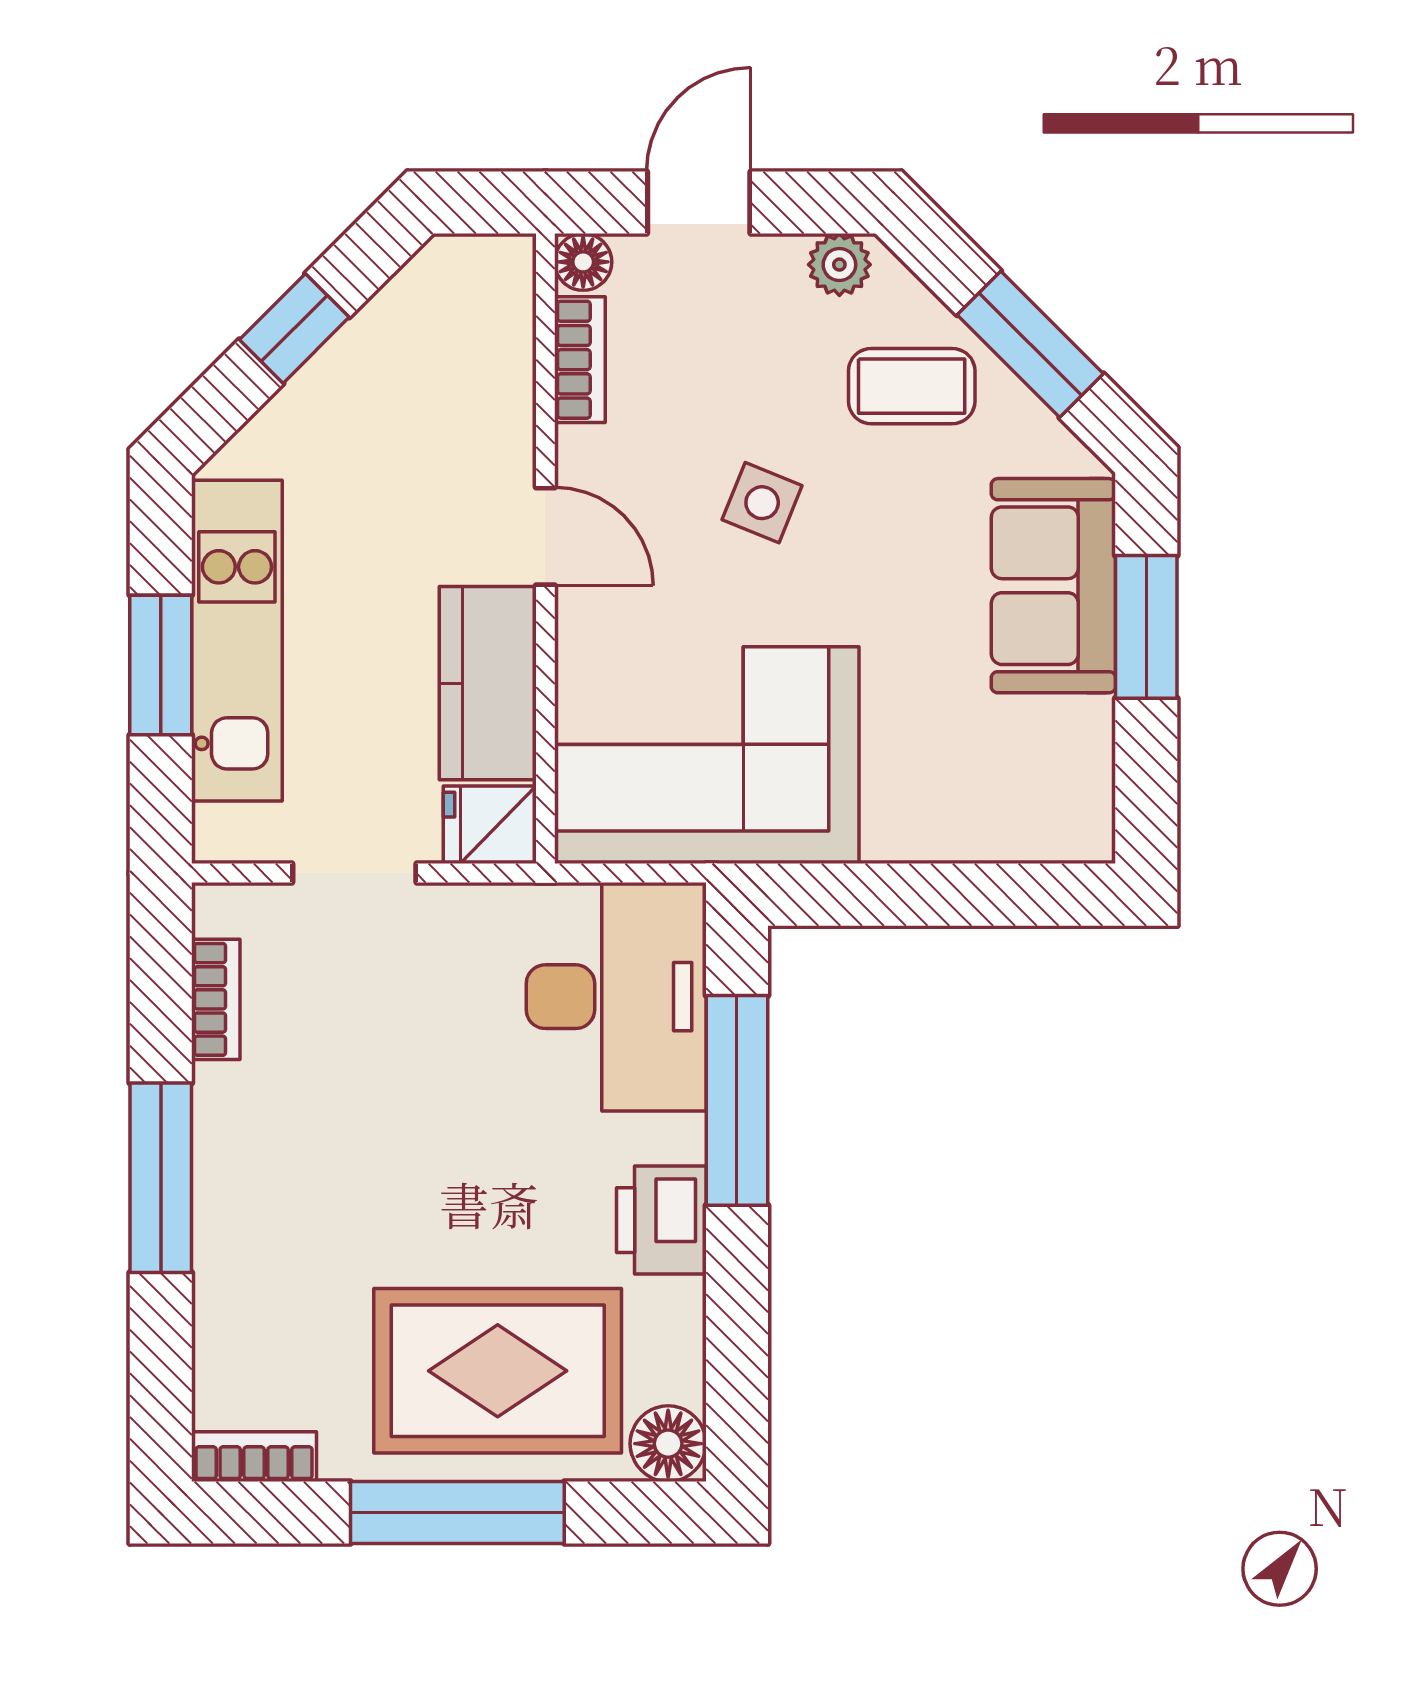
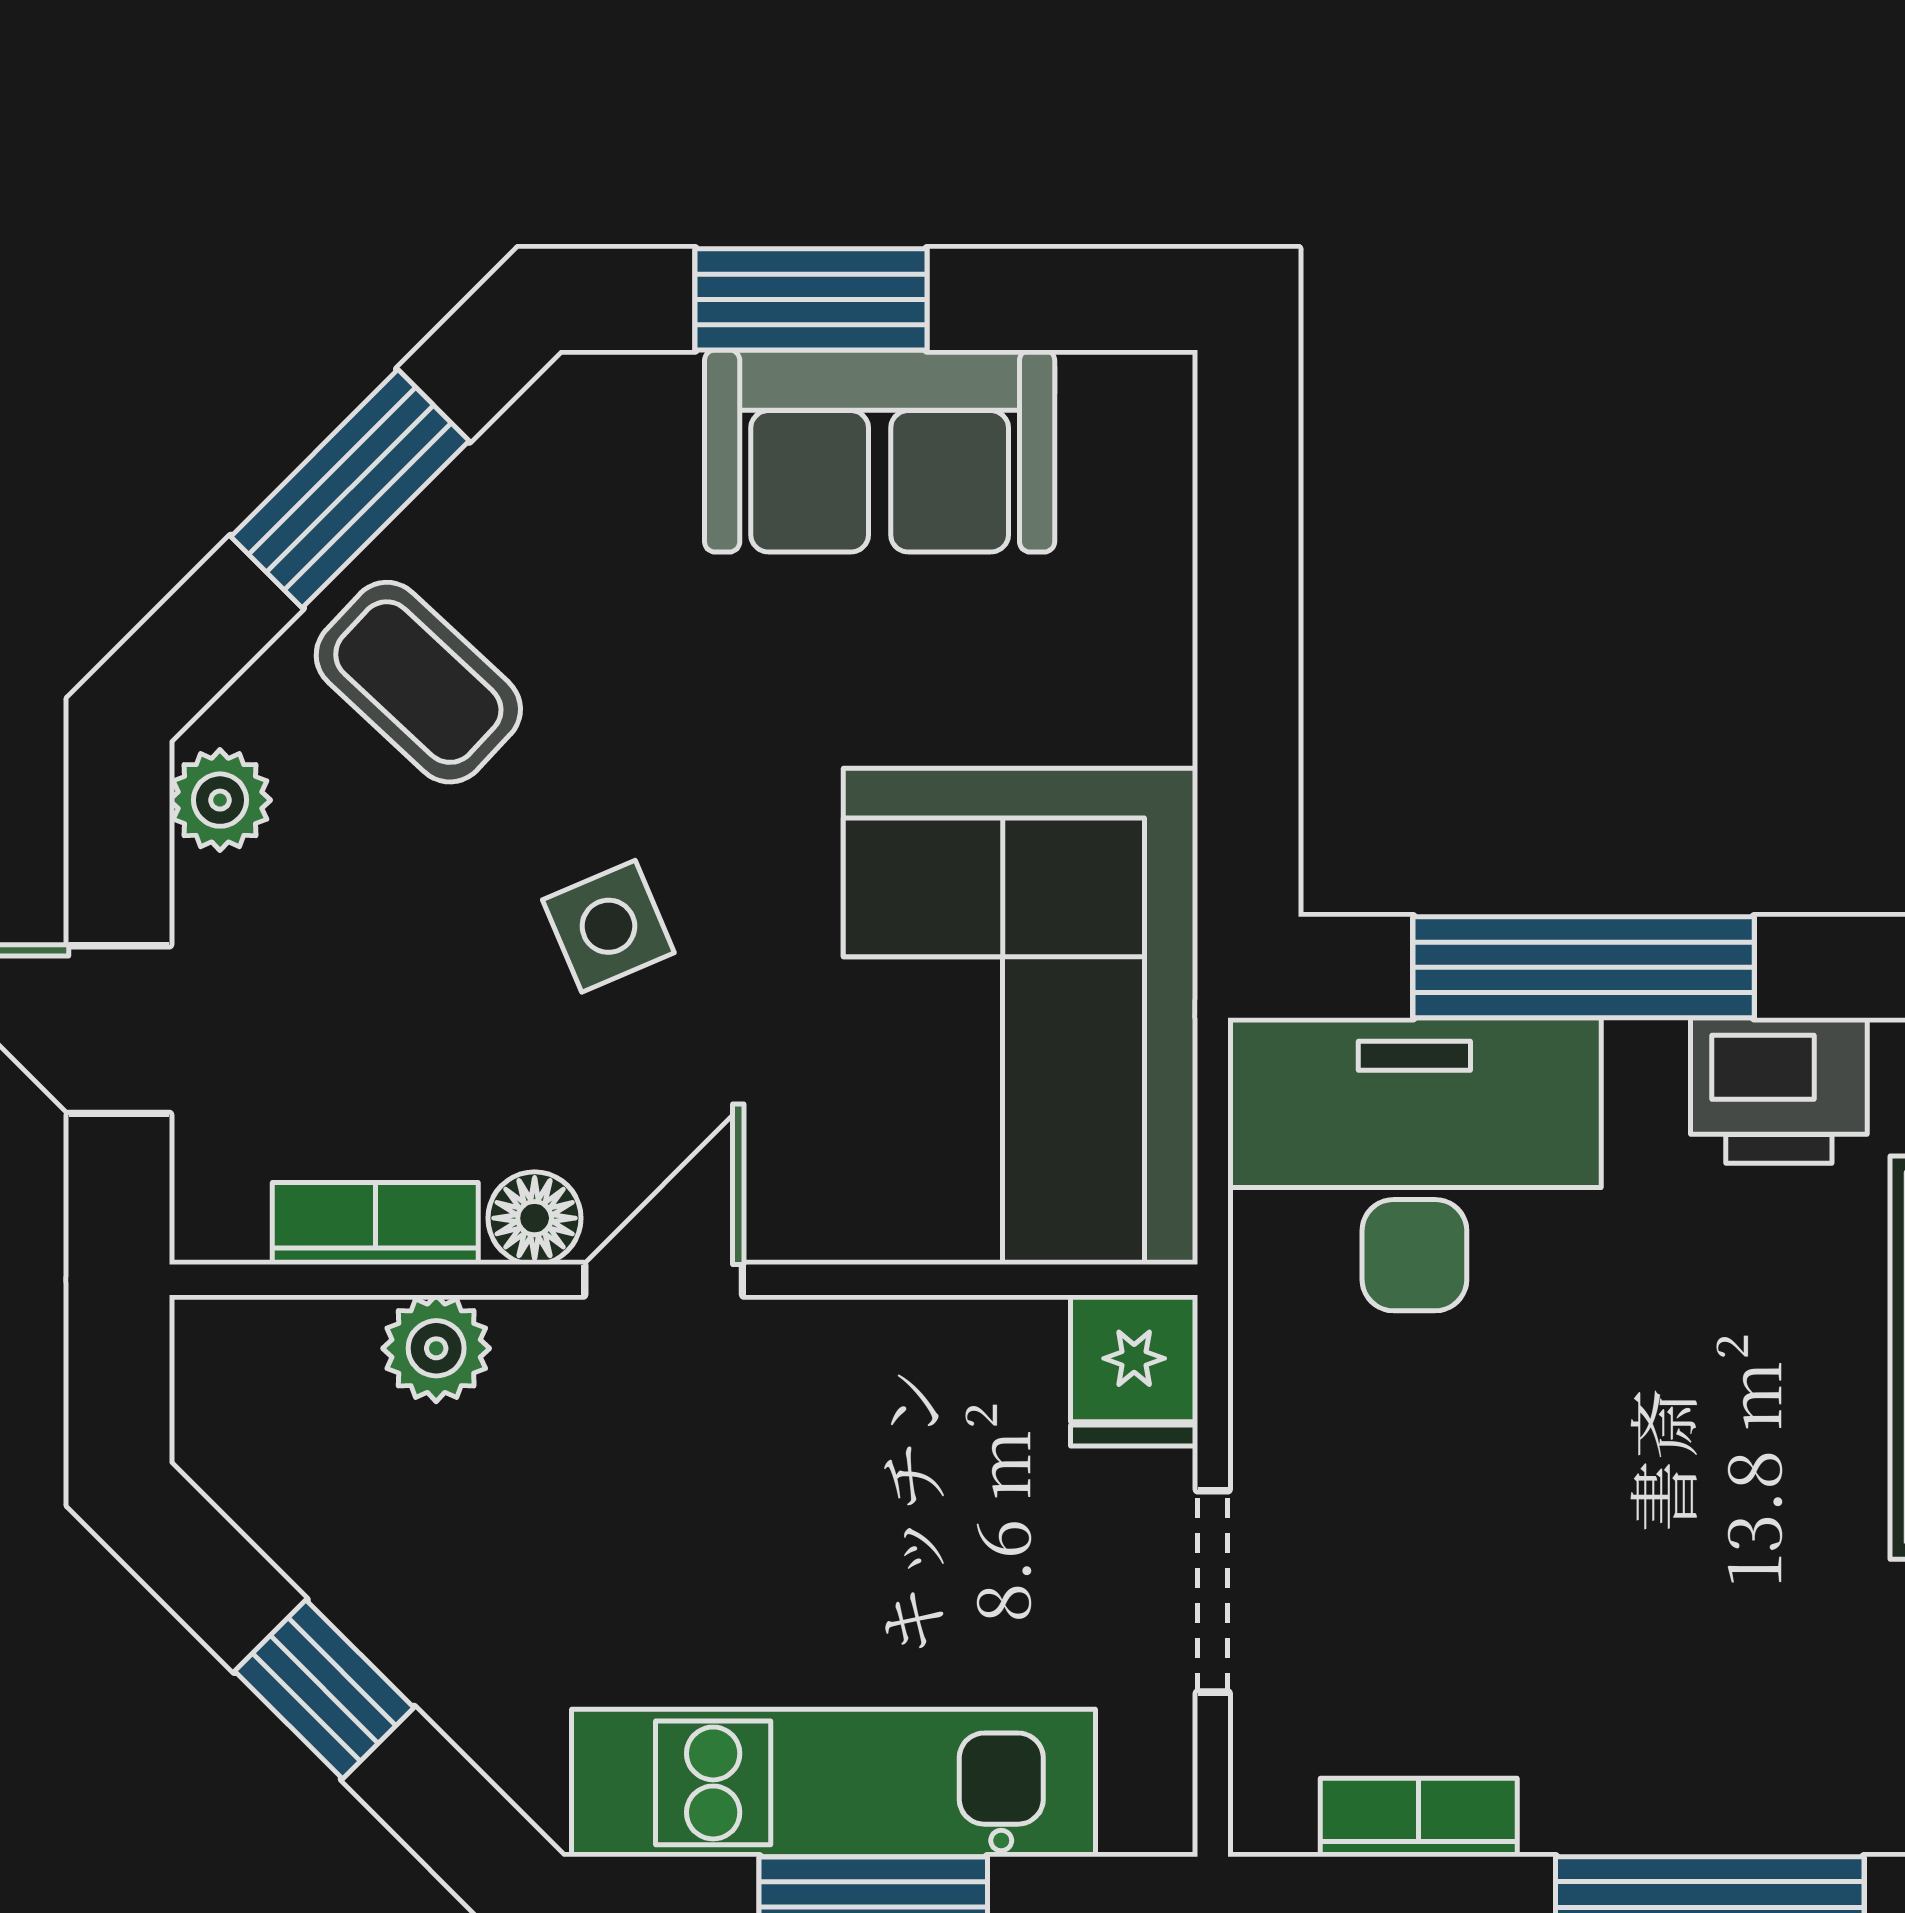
floor lamp: (583, 262) -> (535, 1218), moved
coffee table: (912, 386) -> (418, 682), turned -47
plant: (503, 397) -> (436, 1348), added
side table: (762, 503) -> (608, 926), turned 45
sofa: (1053, 586) -> (880, 451), moved
kitchen counter: (488, 683) -> (903, 1374), removed

